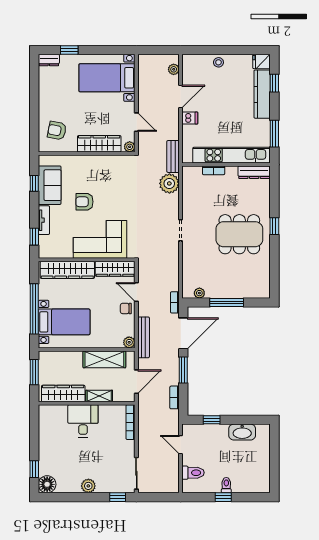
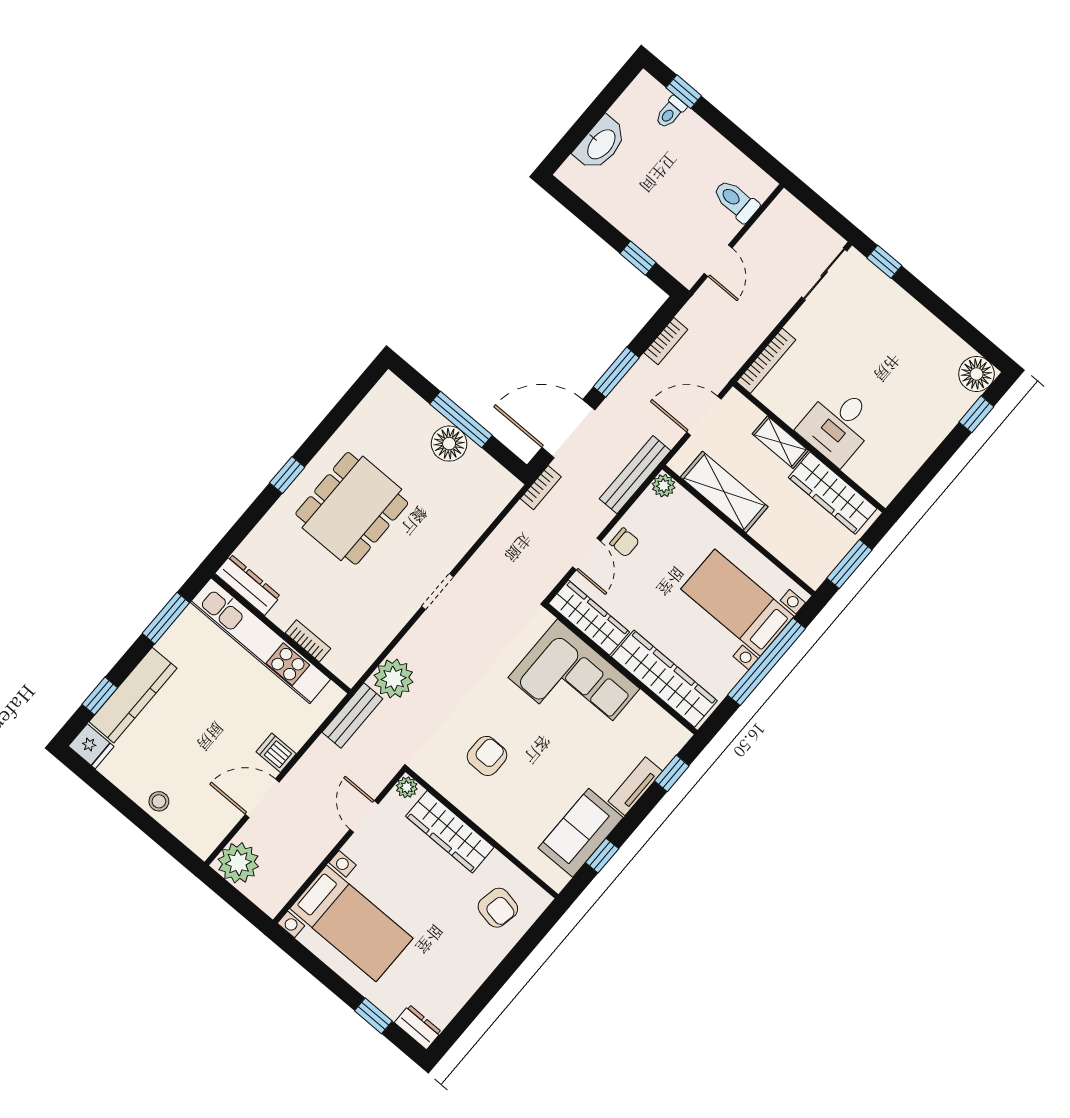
plant: (174, 69) -> (238, 863), width x1.87, depth x1.87
armchair: (84, 202) -> (487, 756), moved, turned -90
dining table: (239, 234) -> (352, 508), turned 90
floor lamp: (223, 290) -> (449, 444), added
plant: (199, 293) -> (491, 470), removed
washbasin: (242, 432) -> (601, 144), moved, turned 90
toilet: (226, 485) -> (671, 112), moved
plant: (88, 486) -> (915, 318), removed
window: (223, 497) -> (684, 92), moved

